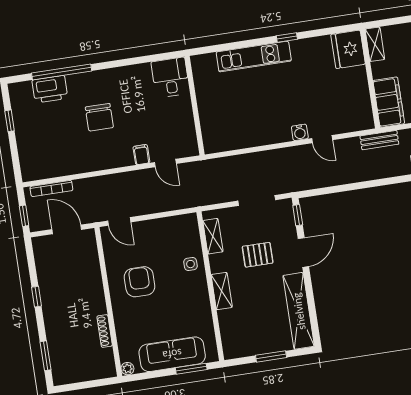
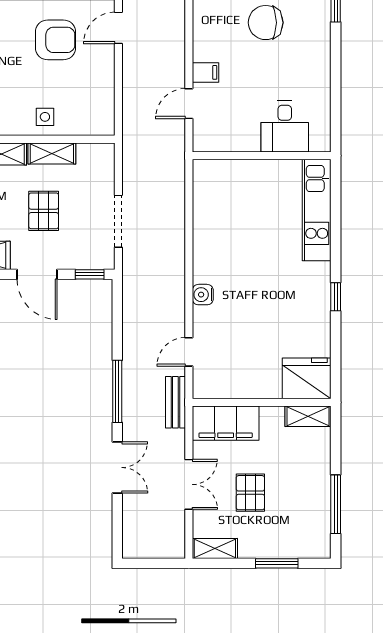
kitchen unit: (254, 56) -> (317, 210), moved
desk: (170, 77) -> (285, 127), moved, turned 90
door: (322, 139) -> (189, 352), moved
window: (378, 183) -> (117, 391), added
shelving: (213, 236) -> (52, 153), moved
armchair: (140, 282) -> (55, 40), moved

